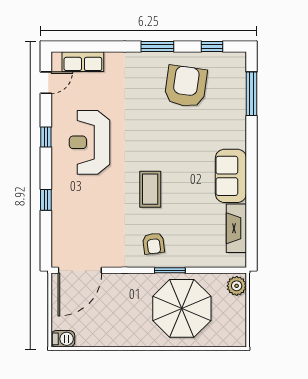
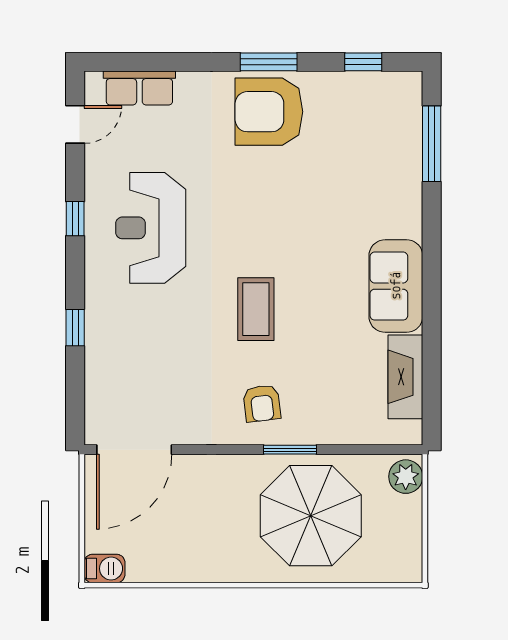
armchair: (186, 86) -> (269, 112), moved, turned -98

